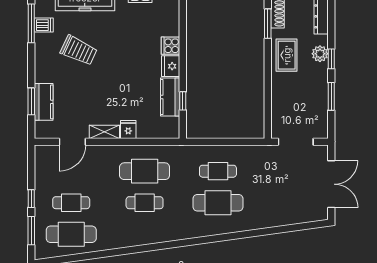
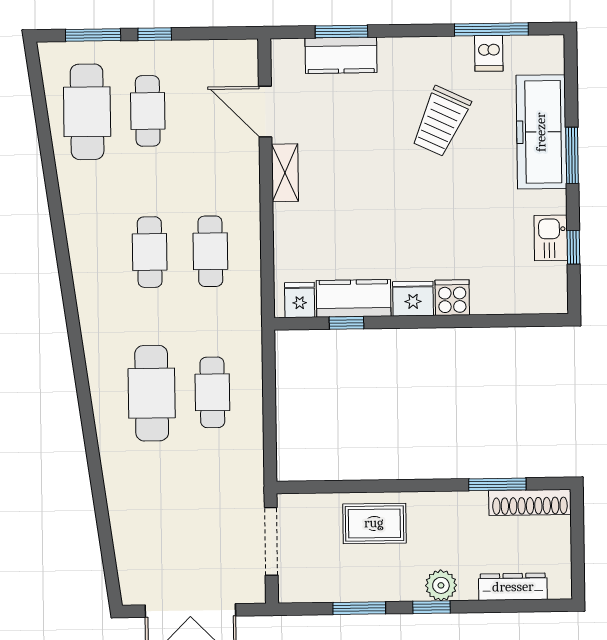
rug: (287, 55) -> (374, 523), moved
fridge: (128, 129) -> (300, 300), moved, turned -90
cafe table: (145, 171) -> (210, 251), width x0.73, depth x0.74

